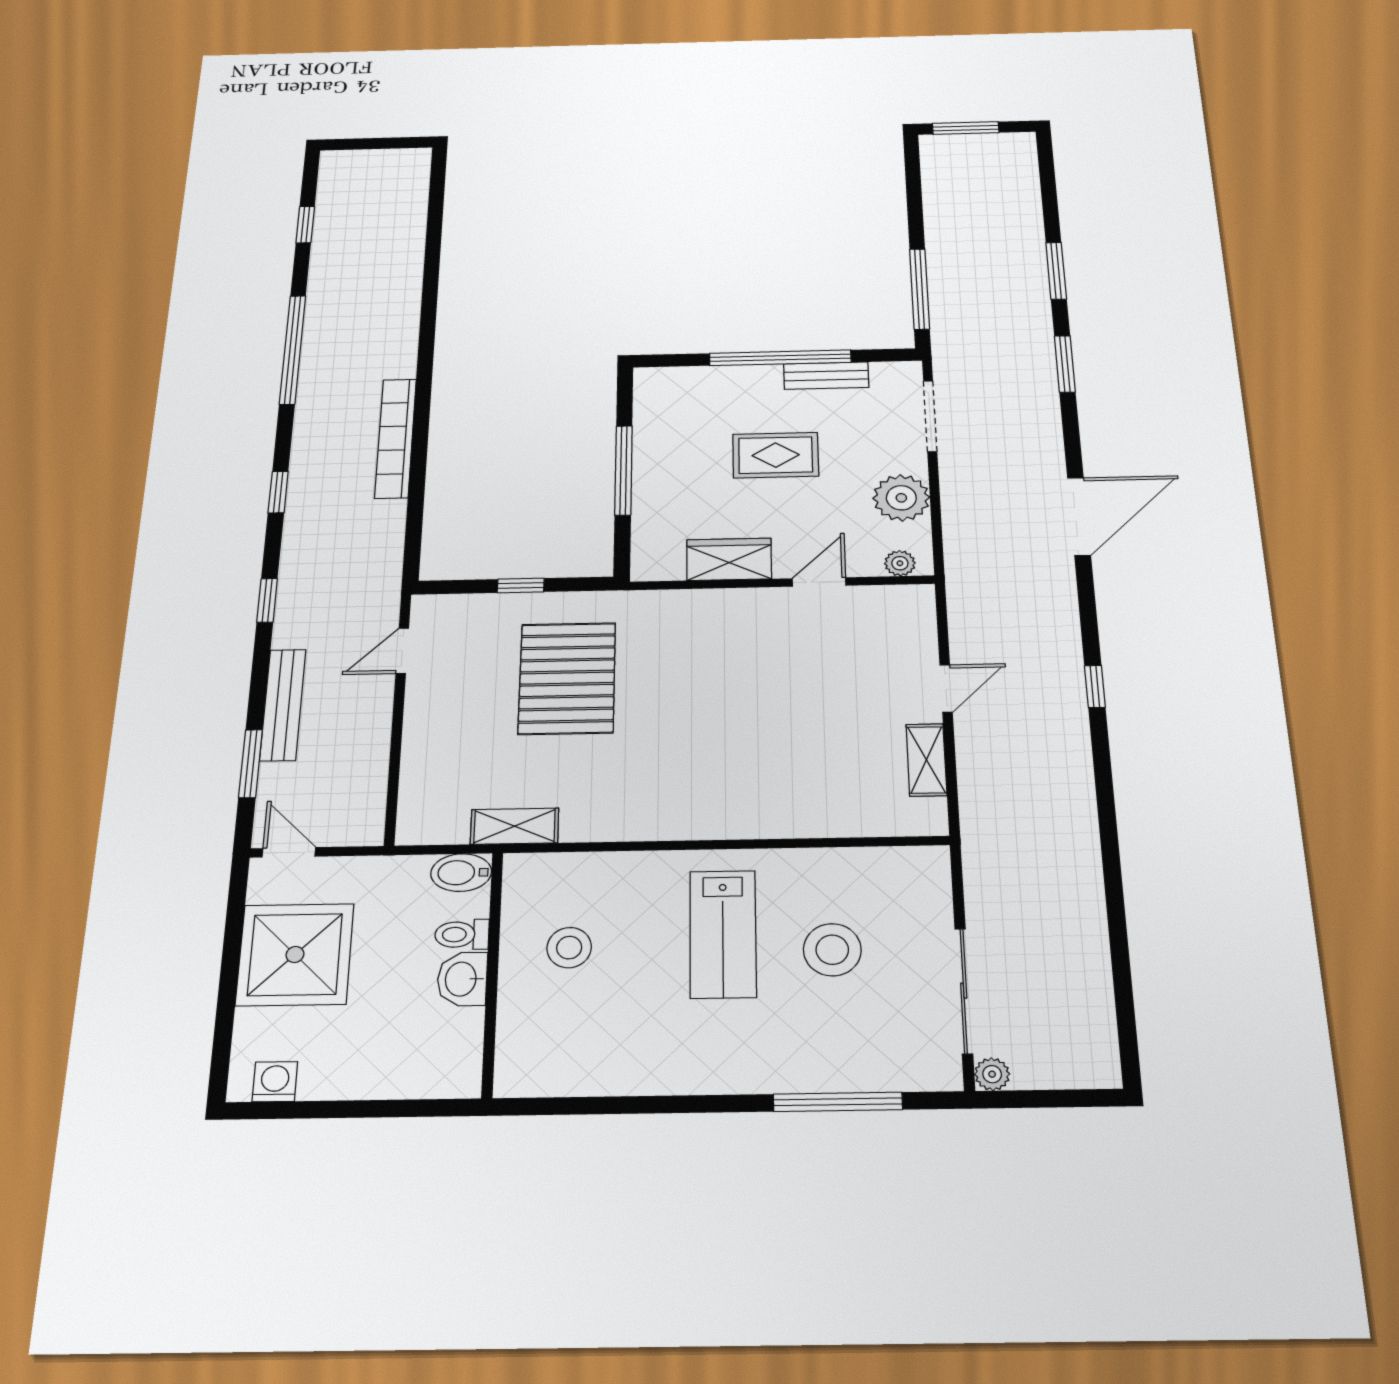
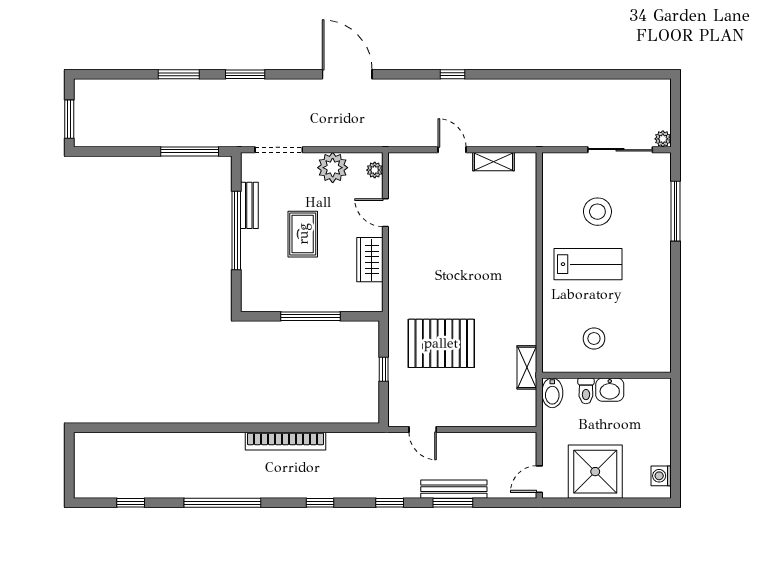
window: (251, 764) -> (453, 503), moved

